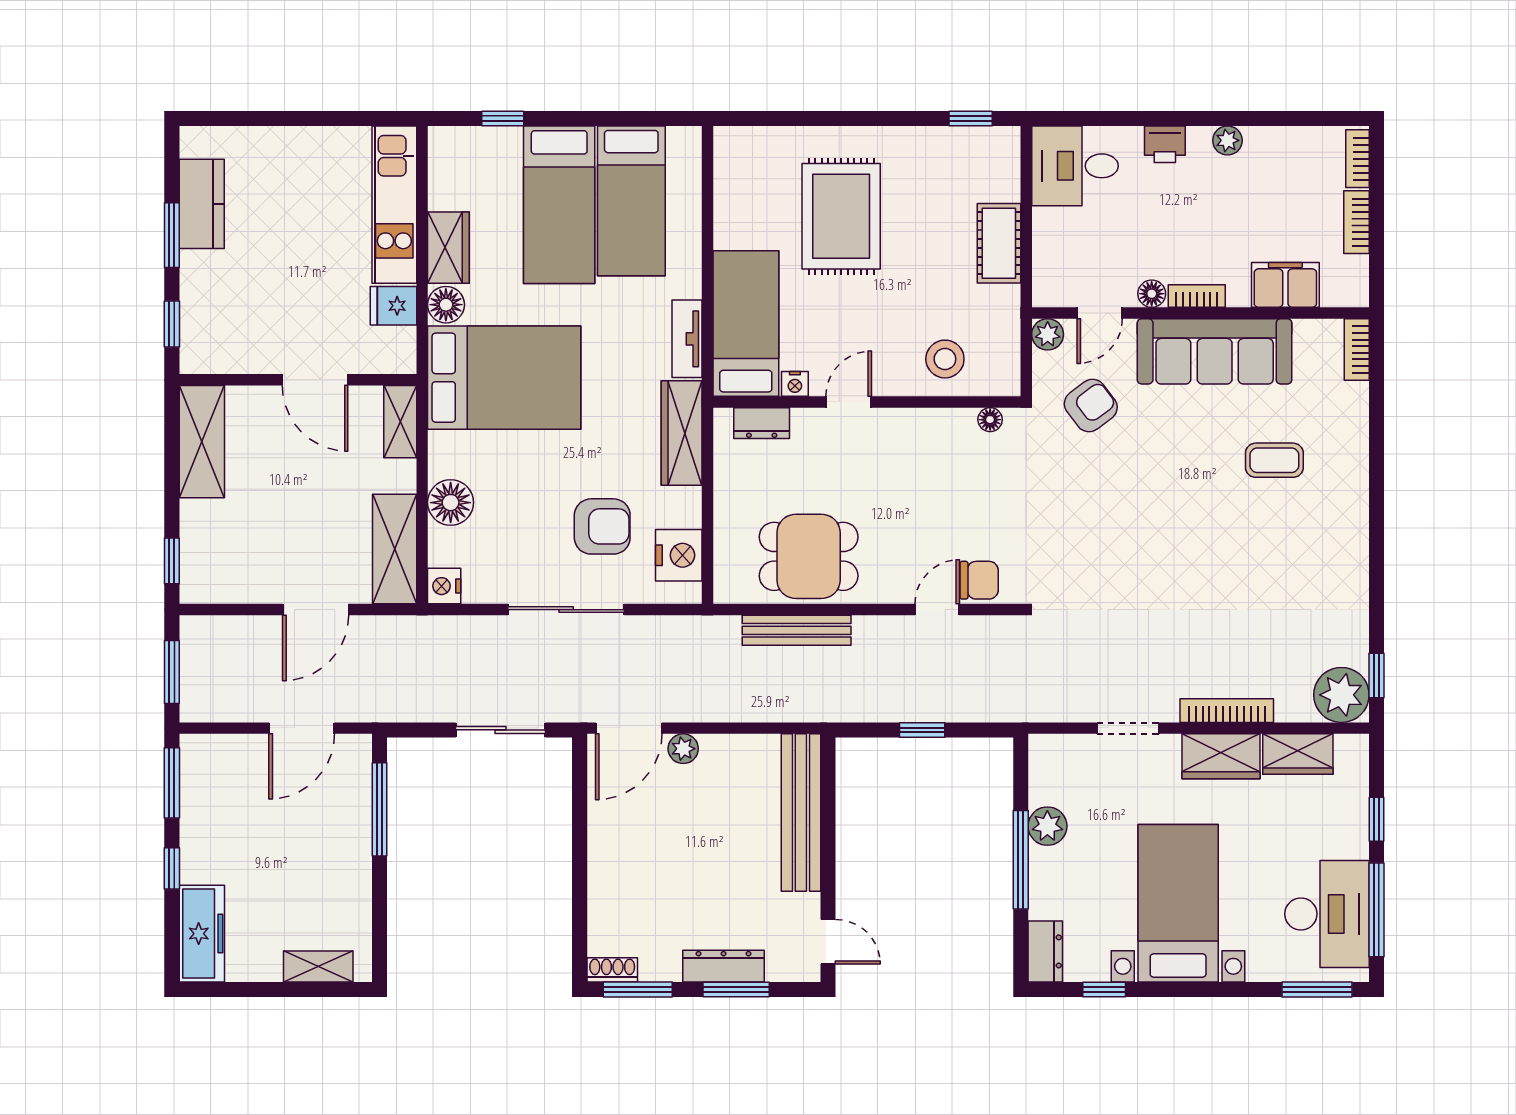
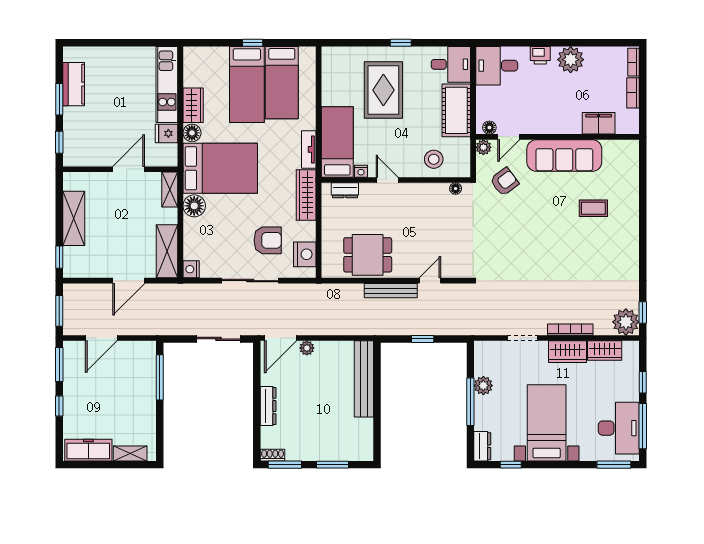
window: (503, 118) -> (253, 43), moved
window: (971, 118) -> (401, 43), moved
plant: (1227, 140) -> (571, 60), width x1.87, depth x1.87
desk: (980, 163) -> (451, 64), added
cot: (999, 243) -> (456, 110), width x1.37, depth x1.34
floor lamp: (1152, 294) -> (489, 128), moved
bookcase: (1197, 296) -> (556, 129), removed
bookcase: (1357, 349) -> (633, 155), removed
door: (315, 380) -> (129, 169), swing flipped
door: (849, 402) -> (387, 180), hinge flipped
shelving: (202, 442) -> (74, 218), moved
floor lamp: (451, 503) -> (194, 206), moved
chair: (979, 580) -> (450, 266), removed
bench: (797, 630) -> (391, 291), moved
door: (302, 728) -> (101, 338), moved
freezer: (202, 934) -> (88, 450), moved, turned -90
door: (828, 942) -> (377, 442), removed
dresser: (724, 966) -> (268, 406), moved, turned 90

